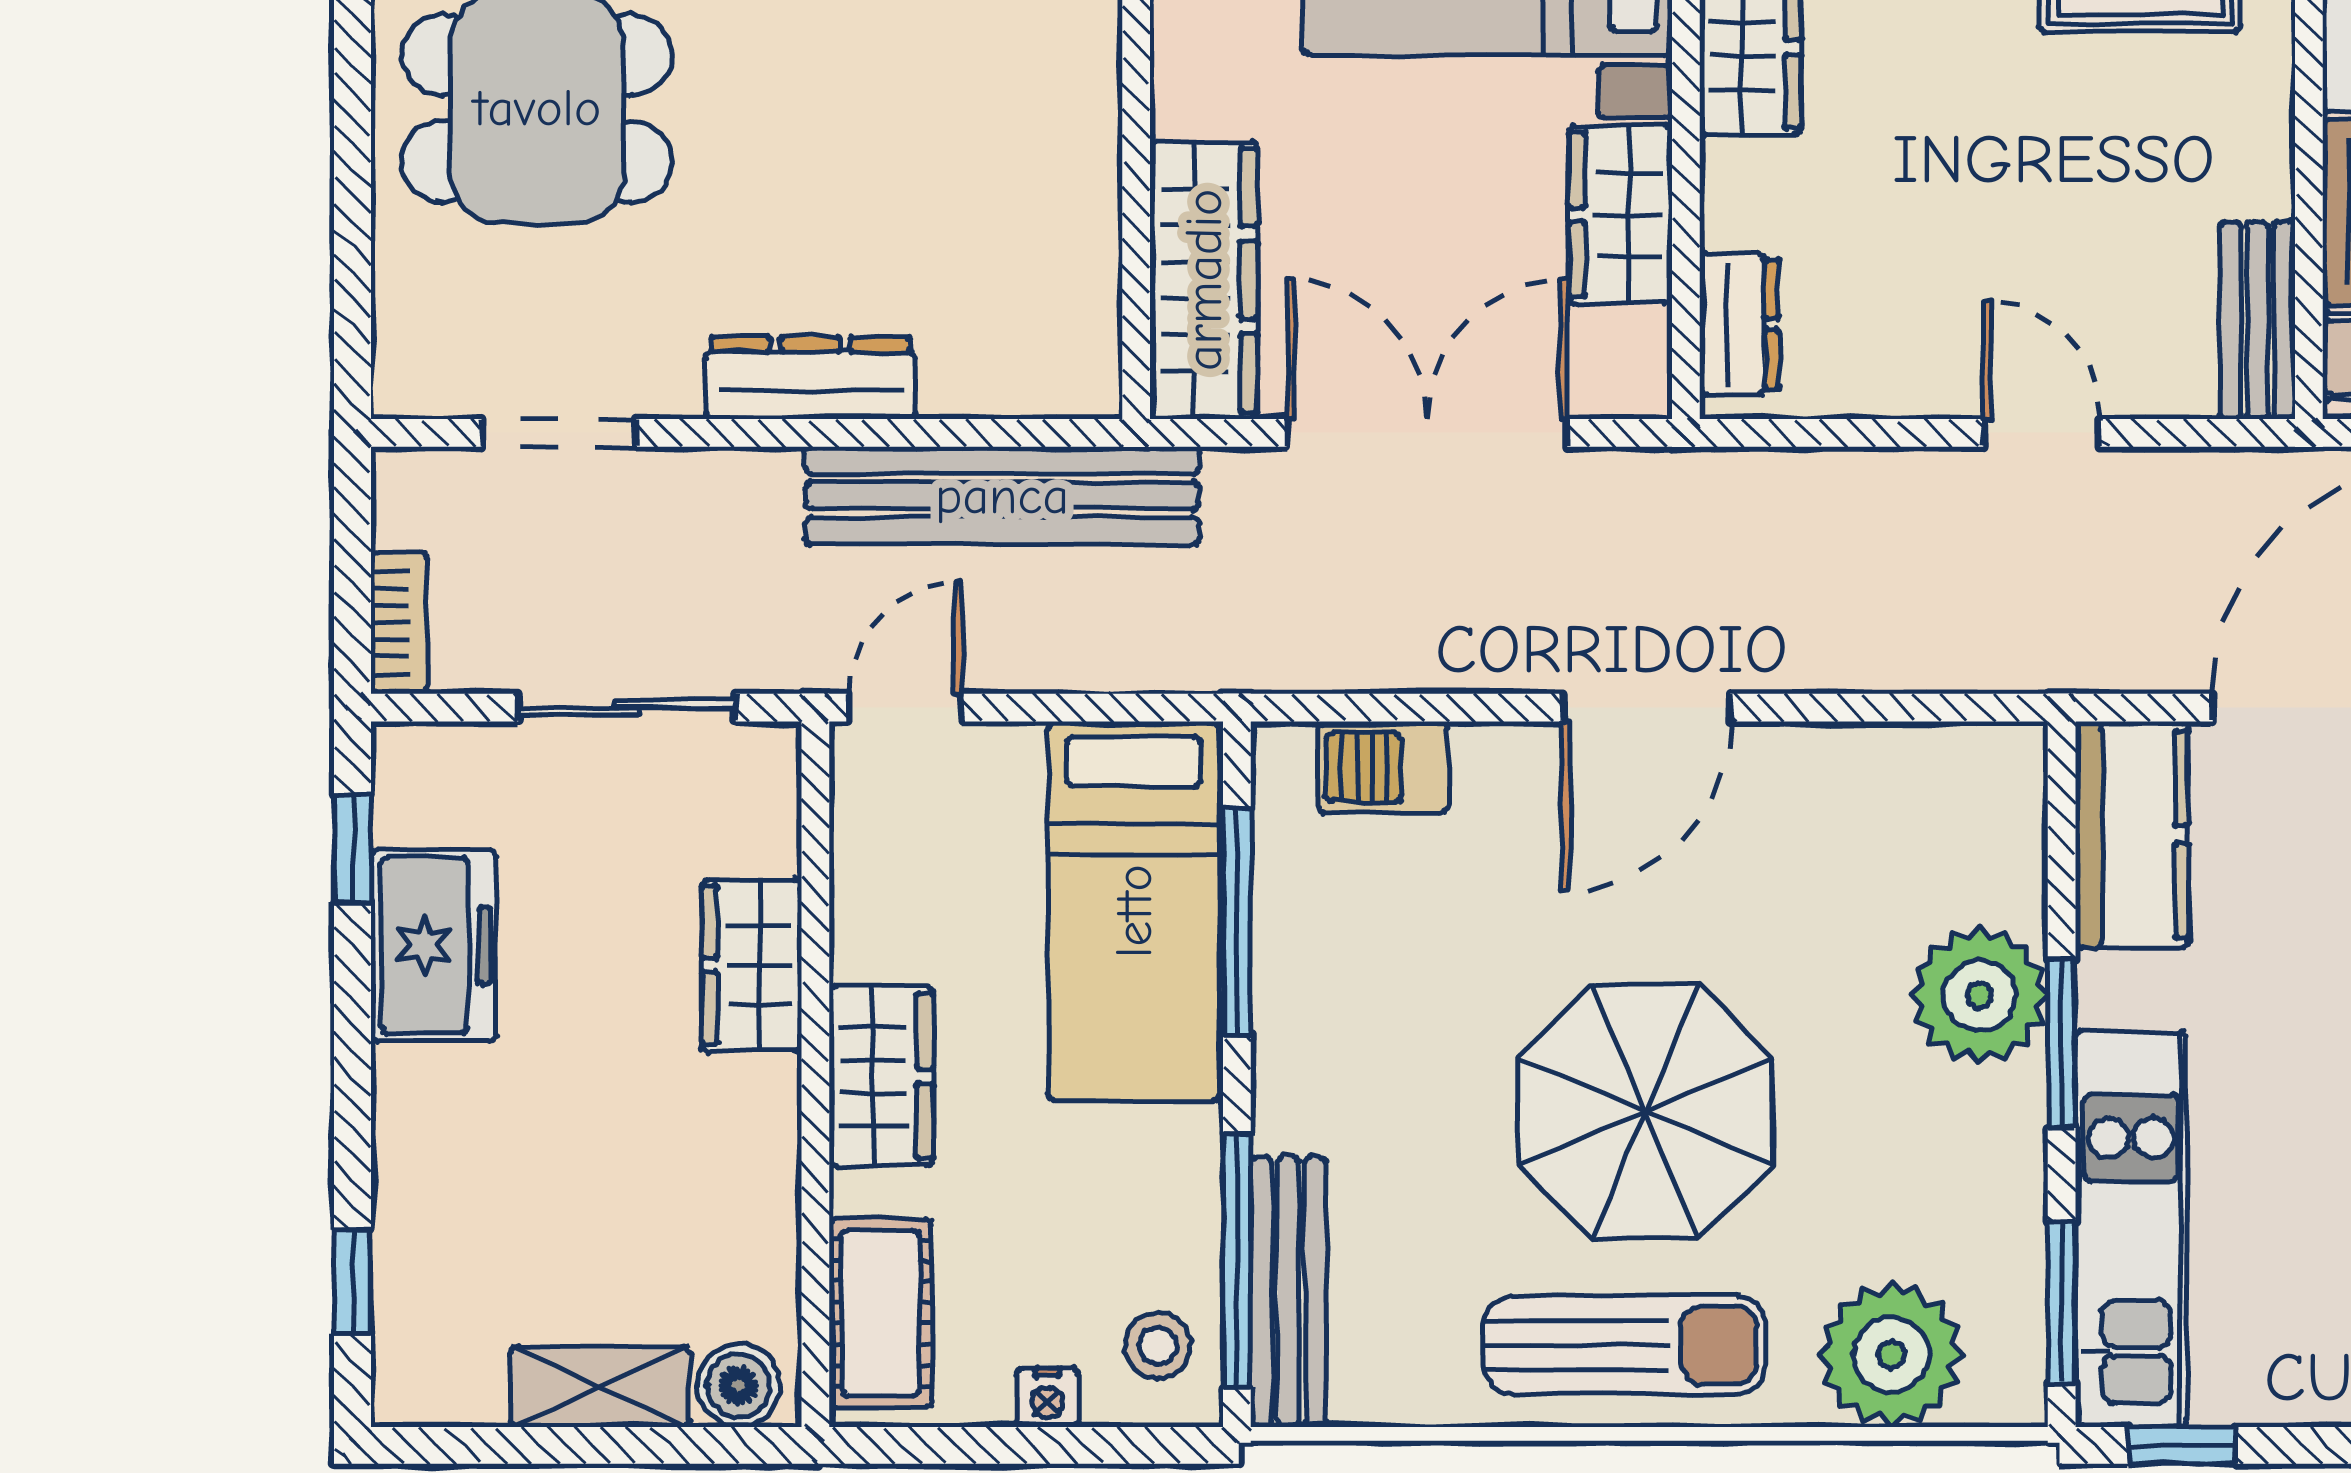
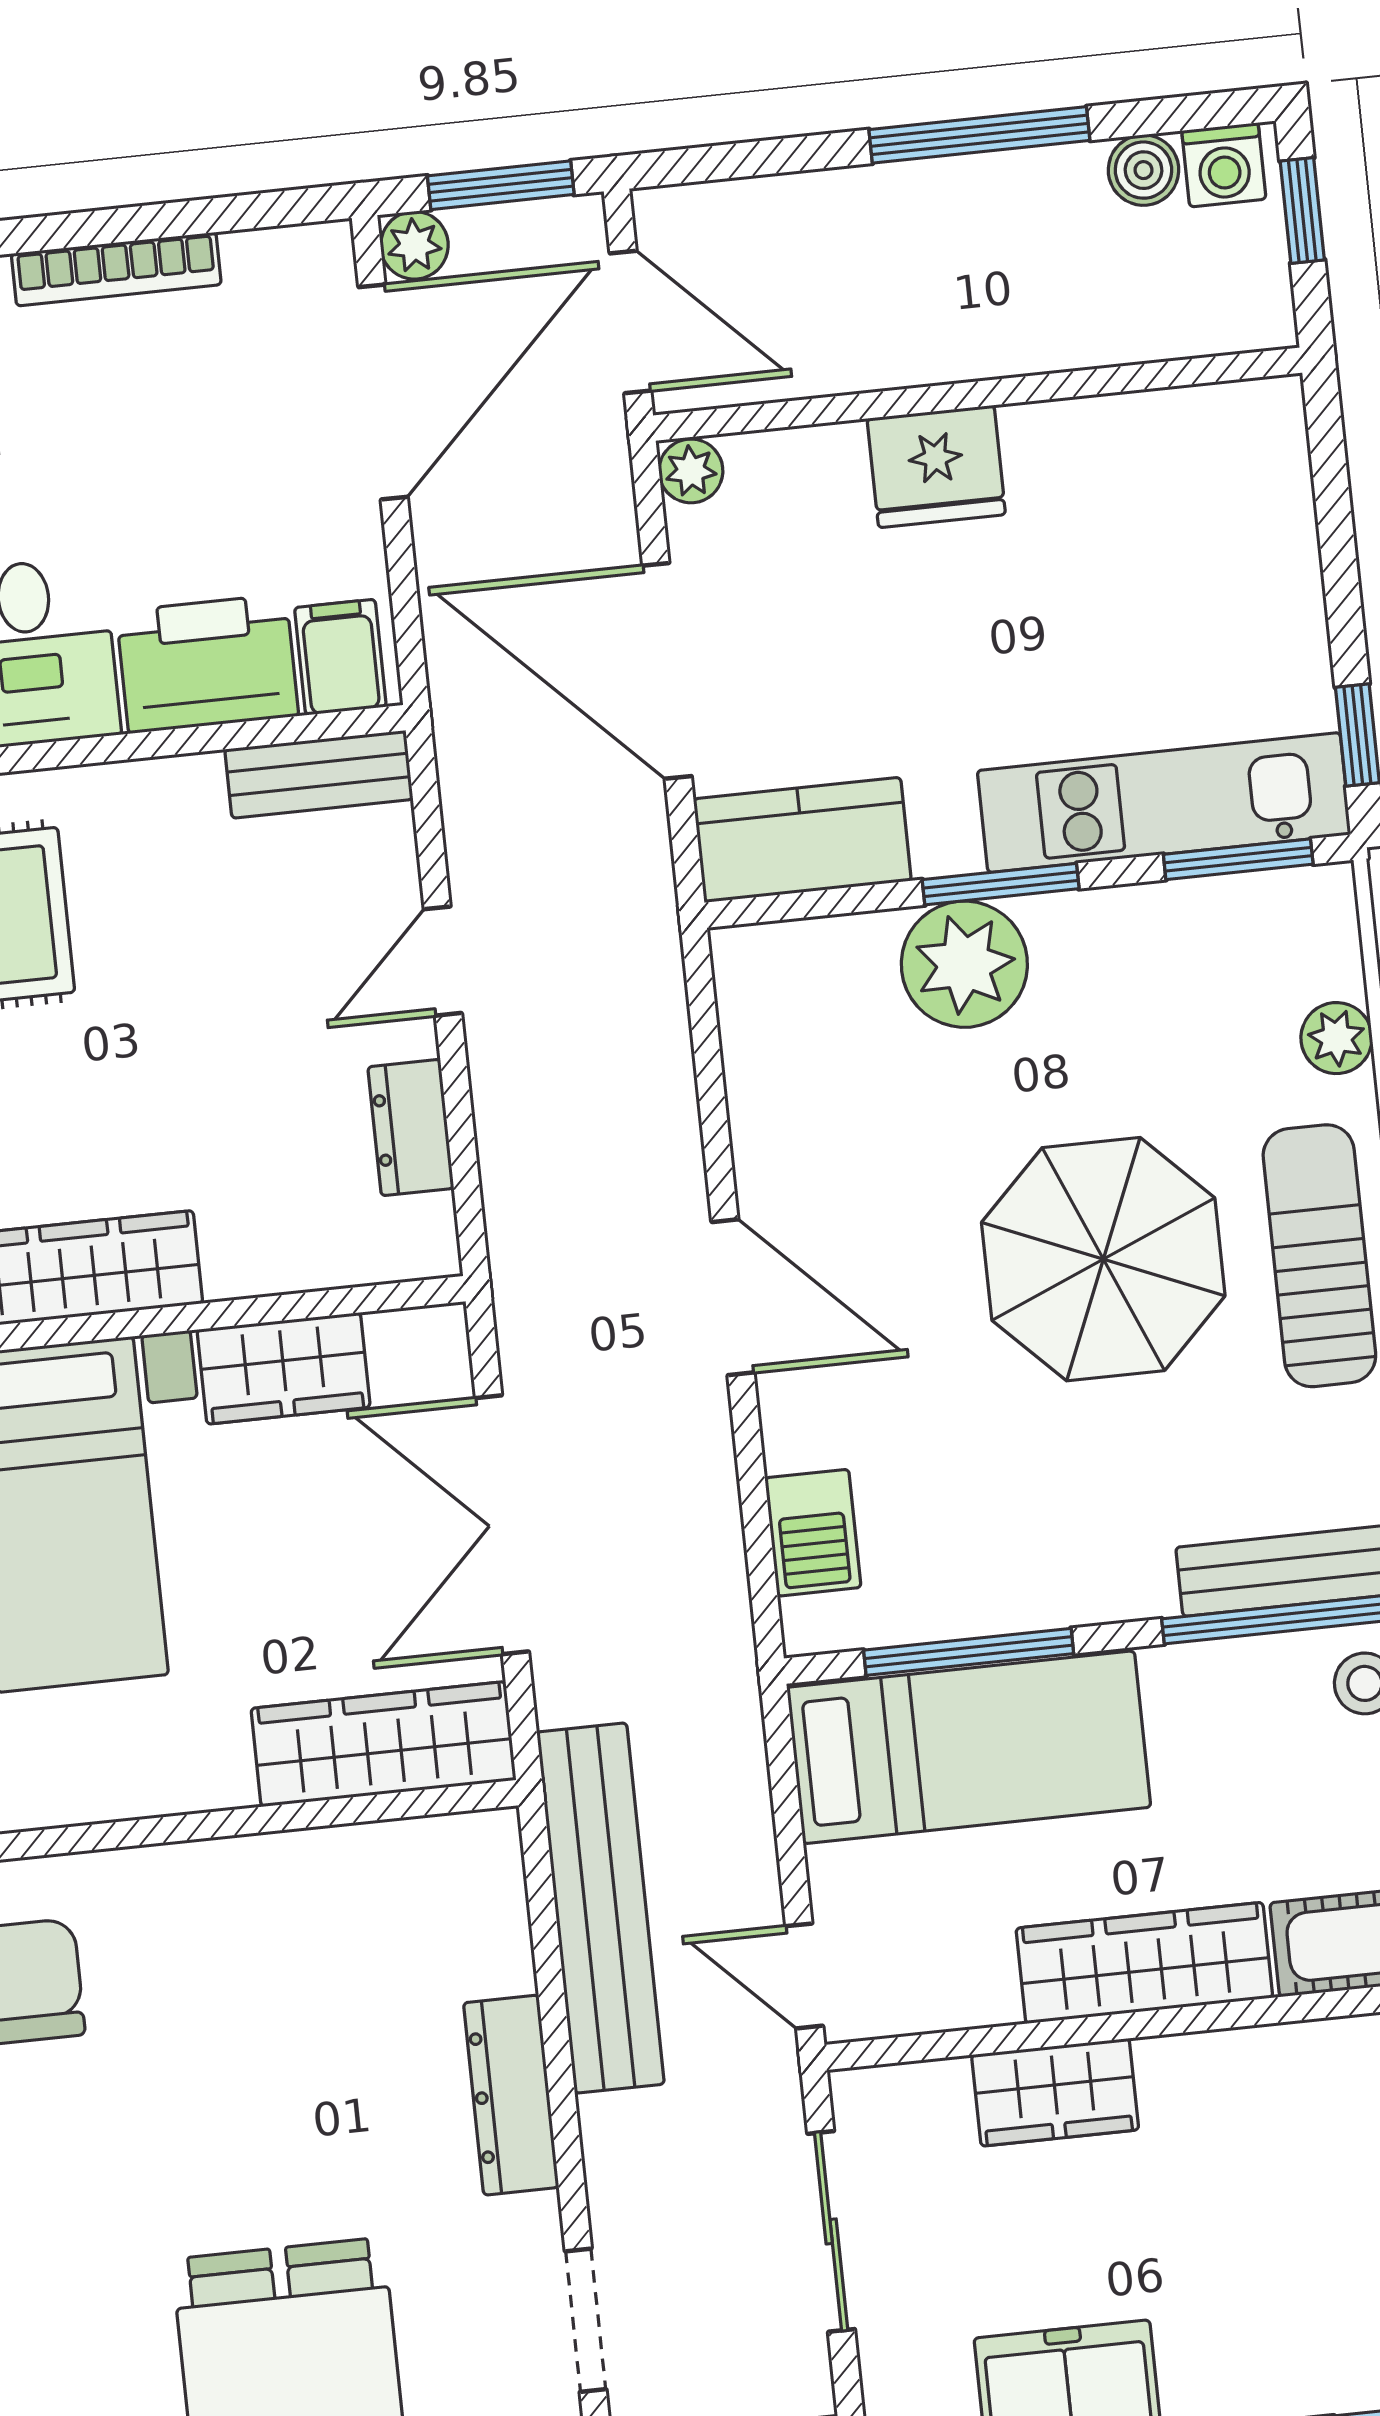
dresser: (1739, 324) -> (411, 1128), moved, turned -90
wardrobe: (881, 1076) -> (1144, 1963), width x1.50
plant: (1891, 1355) -> (1337, 1038), width x0.53, depth x0.53

